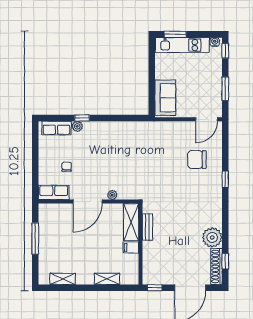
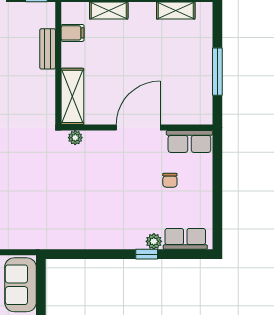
plant: (112, 195) -> (75, 138), moved
bench: (147, 227) -> (48, 49), moved
filing cabinet: (131, 247) -> (73, 33), moved

